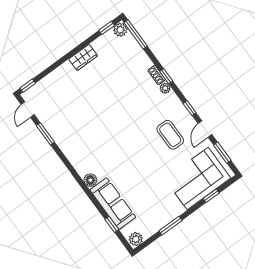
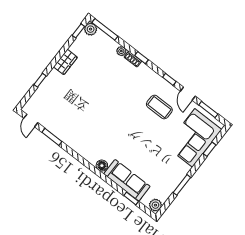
window: (28, 86) -> (40, 80), moved
plant: (165, 88) -> (121, 51), moved

